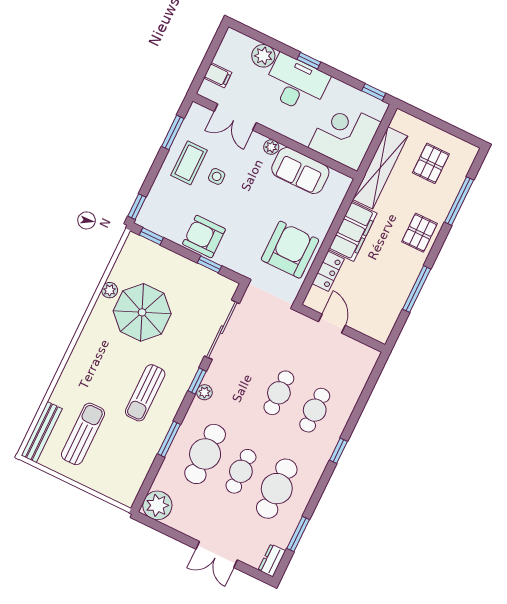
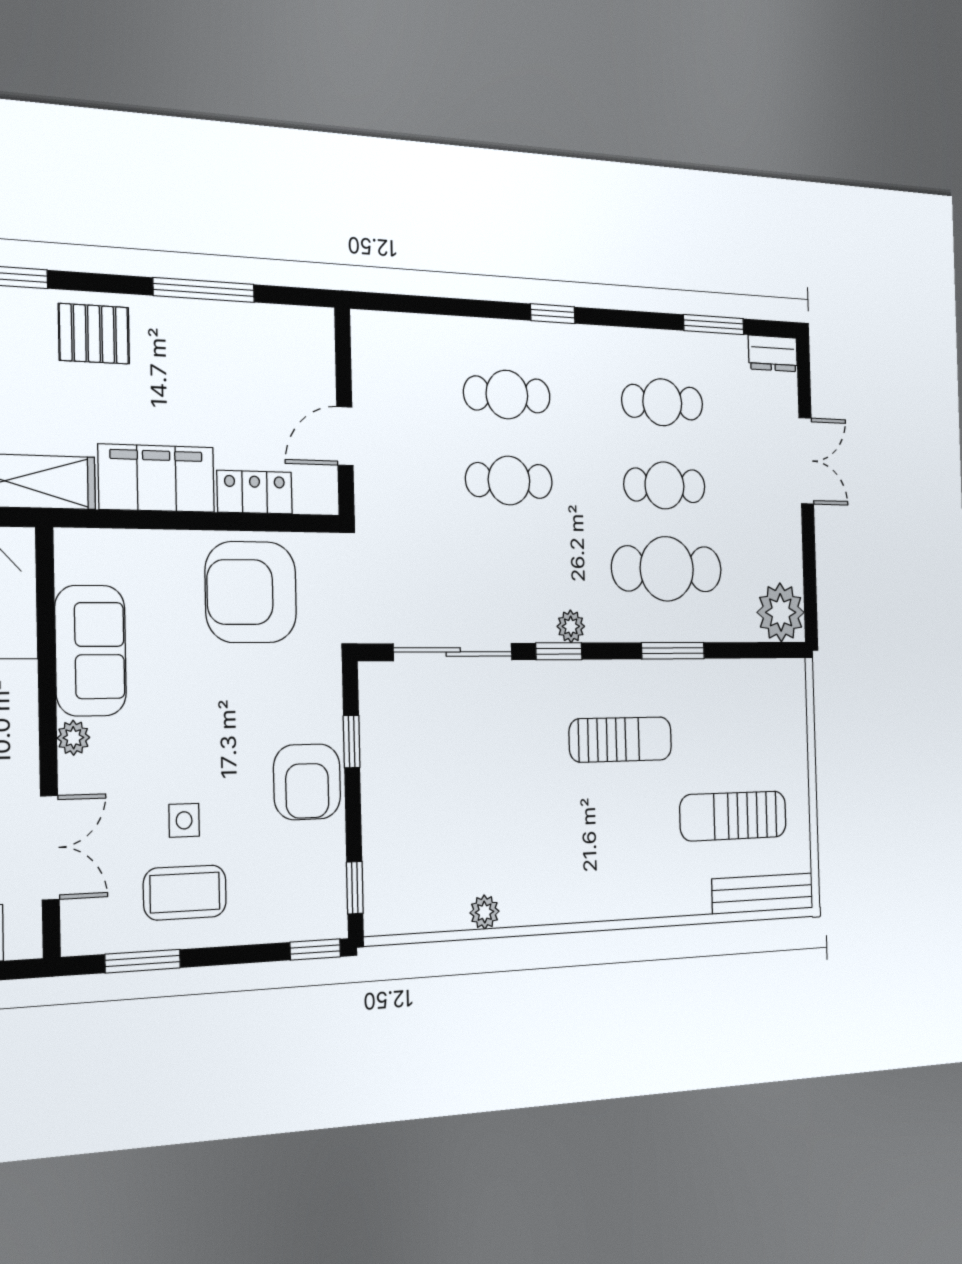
parasol: (142, 312) -> (493, 826), removed
cafe table: (277, 489) -> (662, 402), width x0.73, depth x0.74

